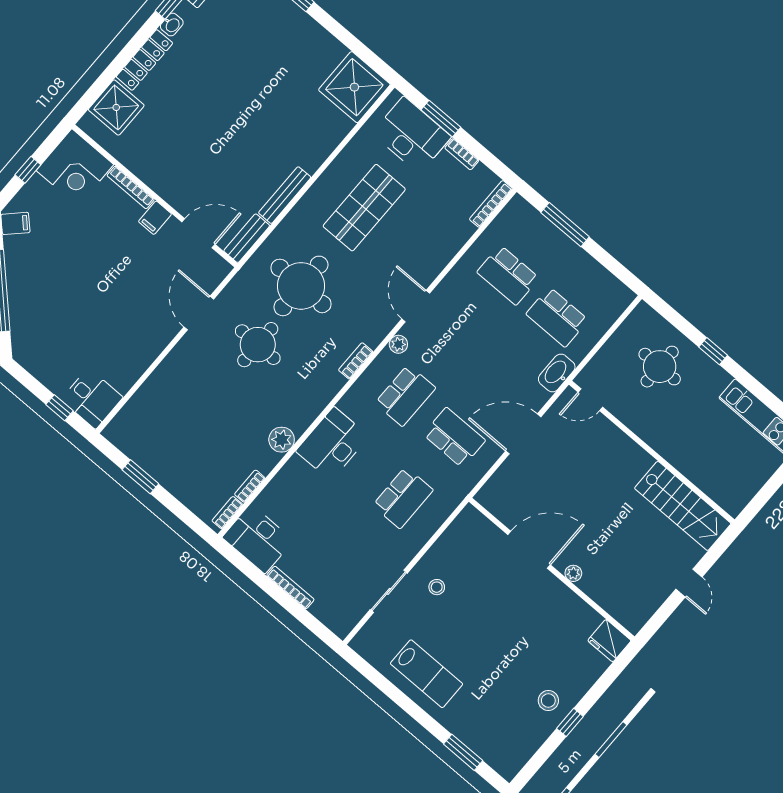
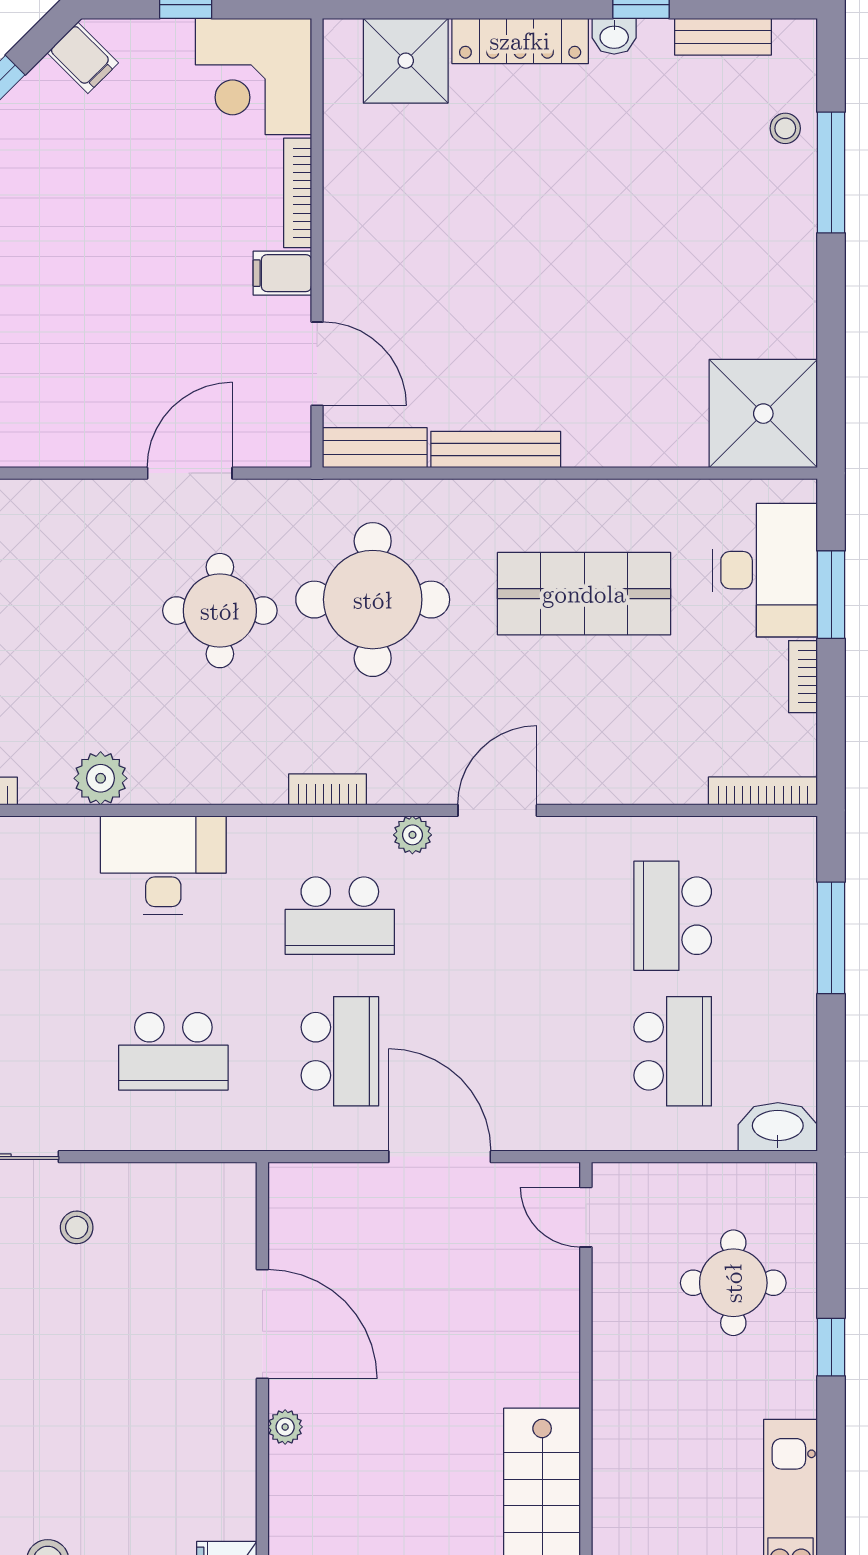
school desk: (557, 317) -> (673, 1051), turned 180
washbasin: (557, 373) -> (778, 1127), moved

